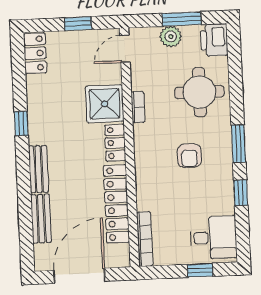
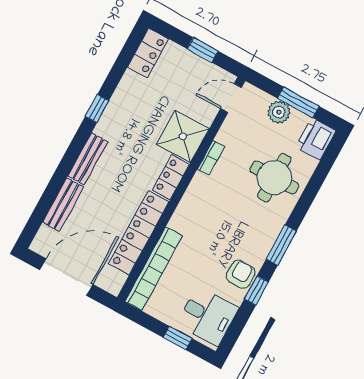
armchair: (189, 156) -> (241, 274), moved, turned 180
bookcase: (145, 239) -> (154, 269), width x1.48, depth x1.31

